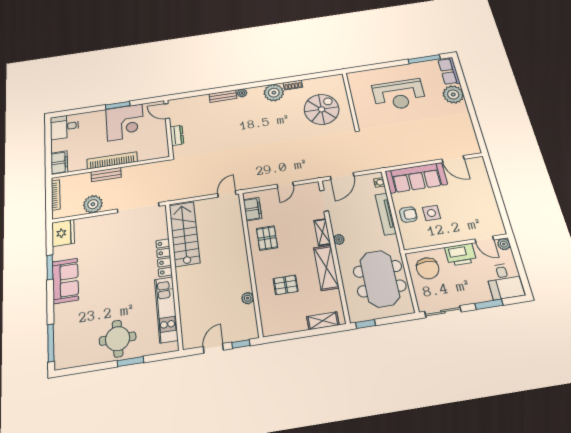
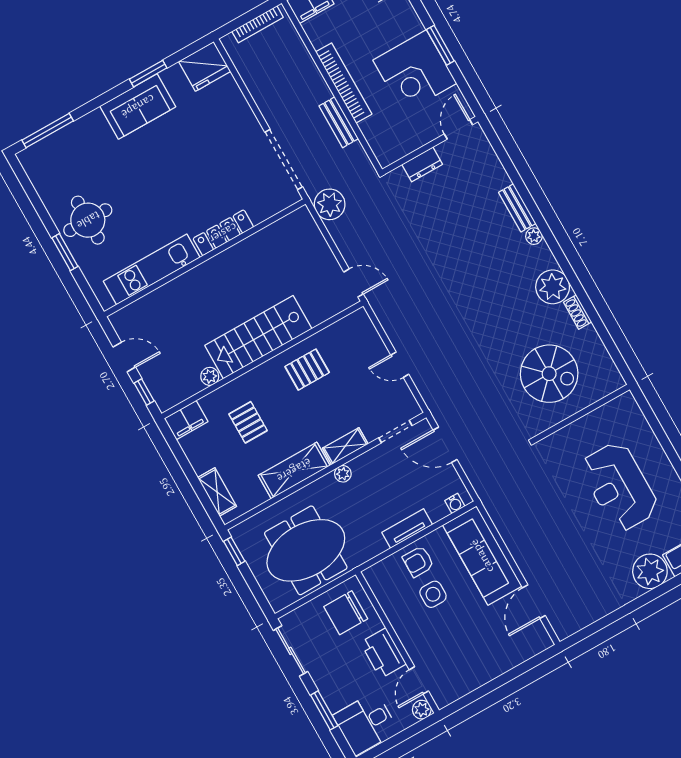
bench: (106, 175) -> (339, 122), moved
plant: (93, 204) -> (330, 204), moved
filing cabinet: (253, 209) -> (186, 420), moved
tv unit: (386, 214) -> (407, 528), width x0.71
armchair: (408, 215) -> (418, 562), turned 90
stairs: (184, 234) -> (258, 337), moved, turned 180

